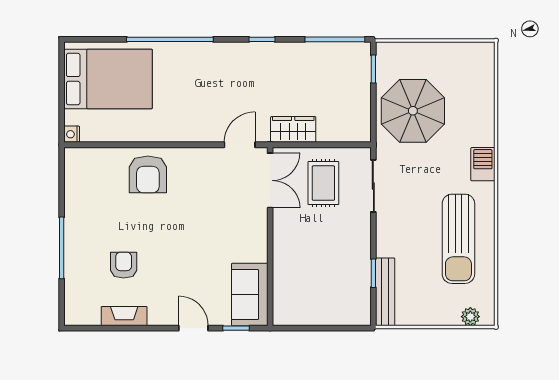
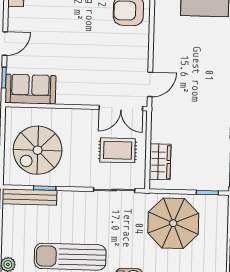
wardrobe: (293, 129) -> (160, 162), moved
door: (240, 145) -> (150, 84), hinge flipped
spiral stairs: (326, 283) -> (38, 150), added

